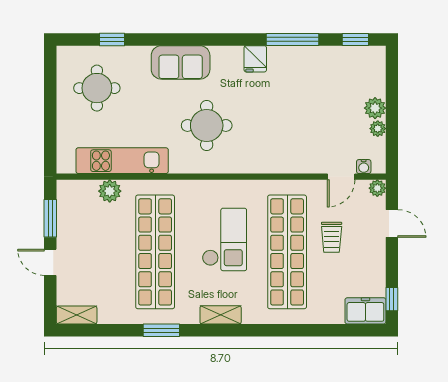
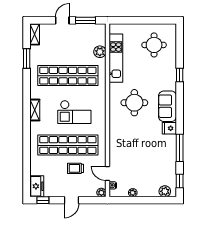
window: (112, 39) -> (180, 75), moved
sofa: (181, 62) -> (168, 106), moved
plant: (375, 108) -> (165, 191), moved
door: (392, 224) -> (72, 200), moved
window: (161, 330) -> (27, 58), moved

